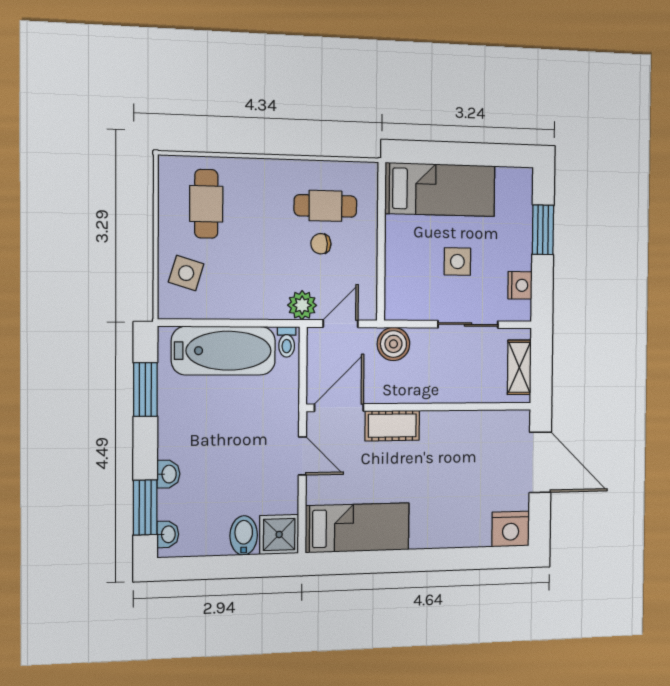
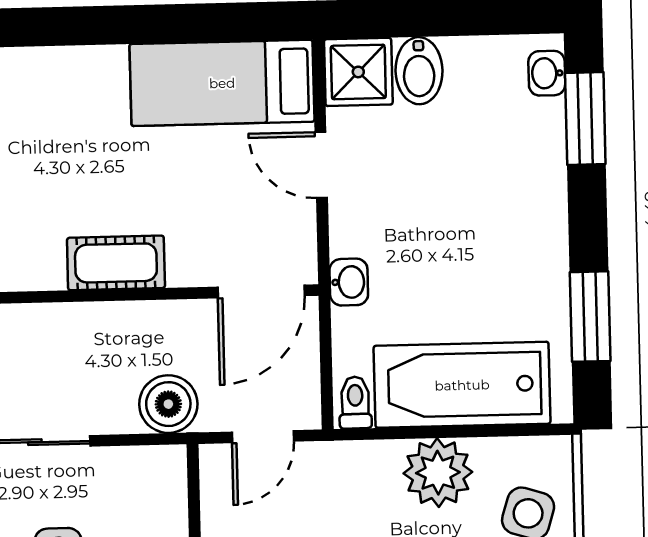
plant: (302, 305) -> (438, 473), moved, width x1.36, depth x1.36
cot: (392, 426) -> (116, 263), moved
door: (302, 456) -> (321, 165), moved
washbasin: (168, 474) -> (349, 282), moved, turned 180

